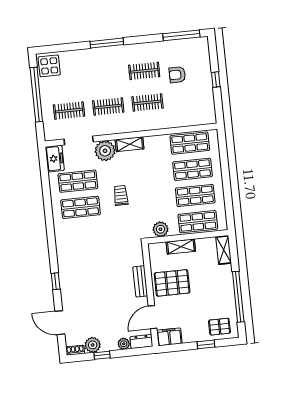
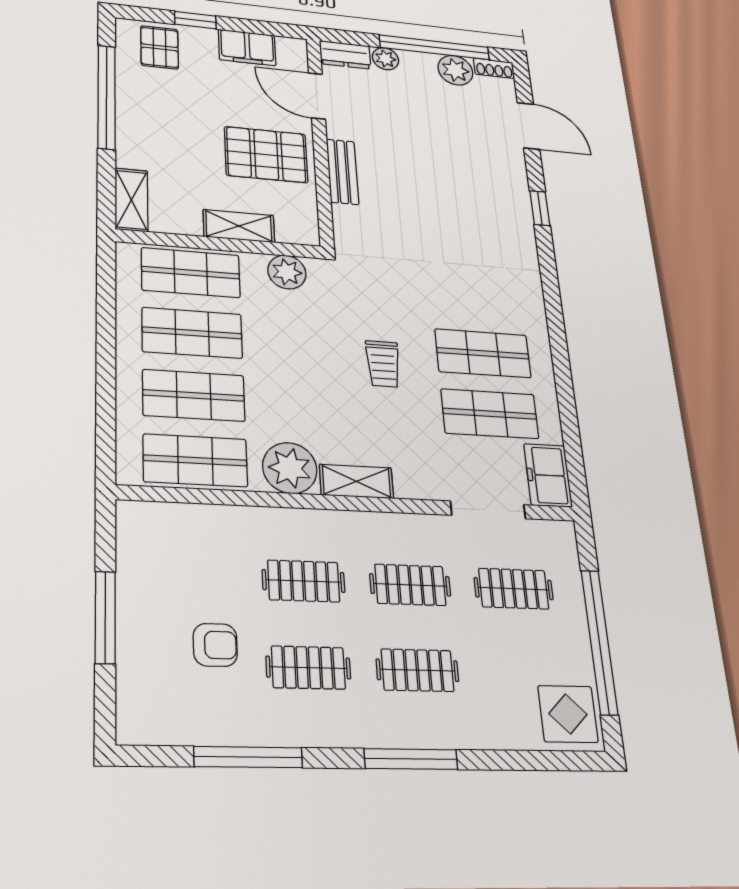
window: (181, 35) -> (248, 757), moved
clothes rail: (105, 75) -> (418, 670), added
window: (216, 80) -> (105, 617), width x2.17
plant: (105, 151) -> (290, 468), moved
door: (153, 317) -> (317, 96), swing flipped
pallet: (219, 327) -> (160, 47), turned 90
filing cabinet: (169, 337) -> (247, 47), moved
window: (102, 355) -> (435, 47), width x3.17

